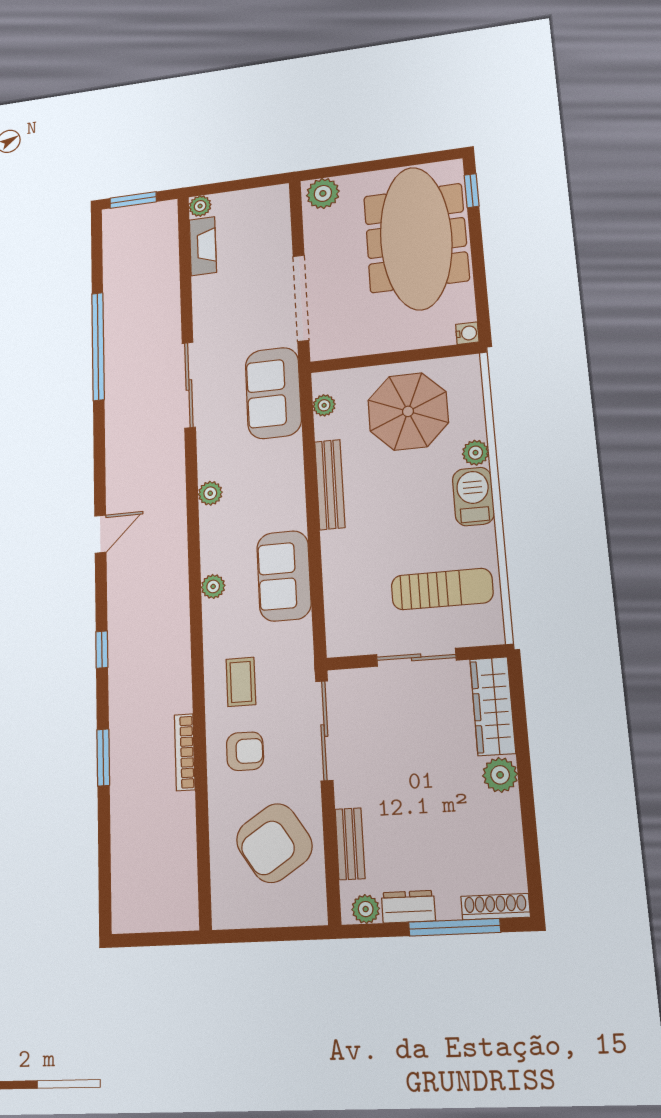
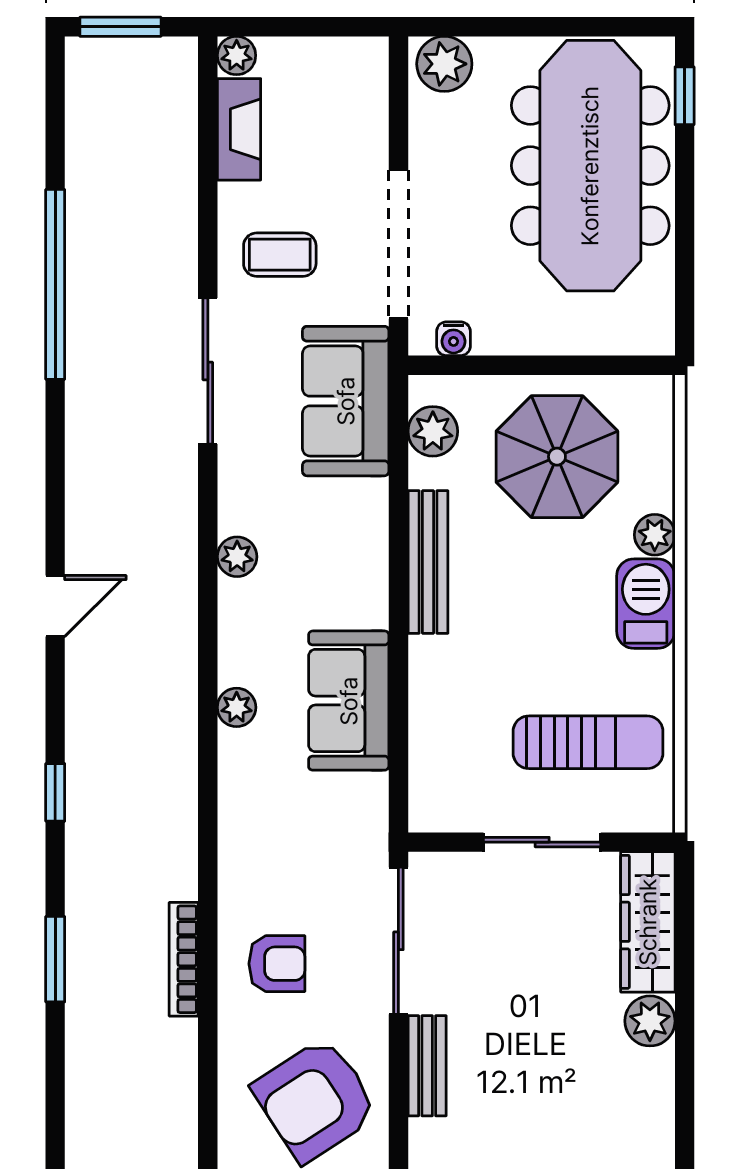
water cooler: (467, 333) -> (453, 339), moved, turned 90
plant: (324, 405) -> (433, 431), width x1.38, depth x1.38
coffee table: (241, 682) -> (280, 255), moved, turned 90
bench: (350, 844) -> (427, 1066), moved

